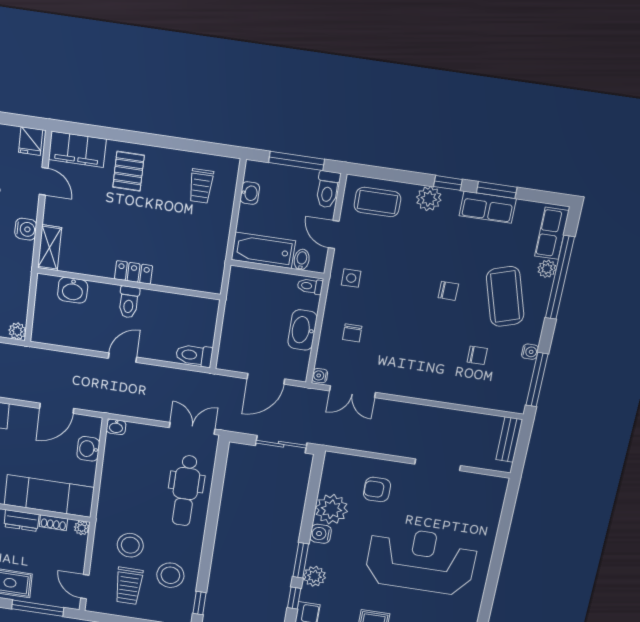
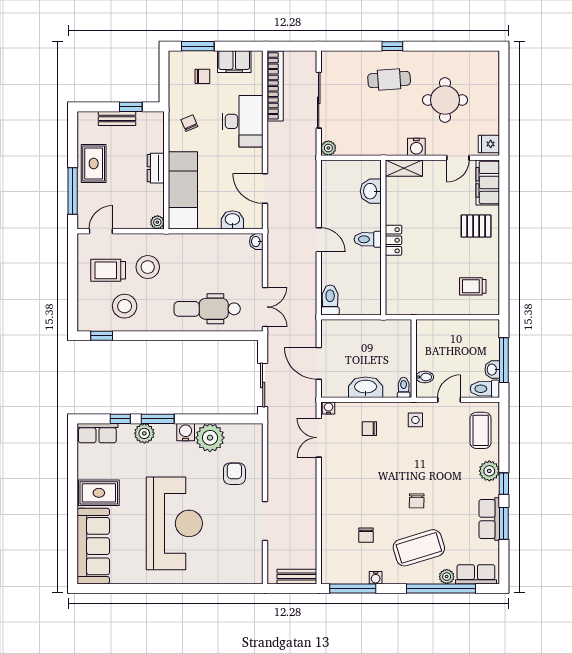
washbasin: (250, 193) -> (492, 370), moved, turned 90
bathtub: (263, 250) -> (428, 345), removed
shoe rack: (53, 523) -> (158, 197), removed

